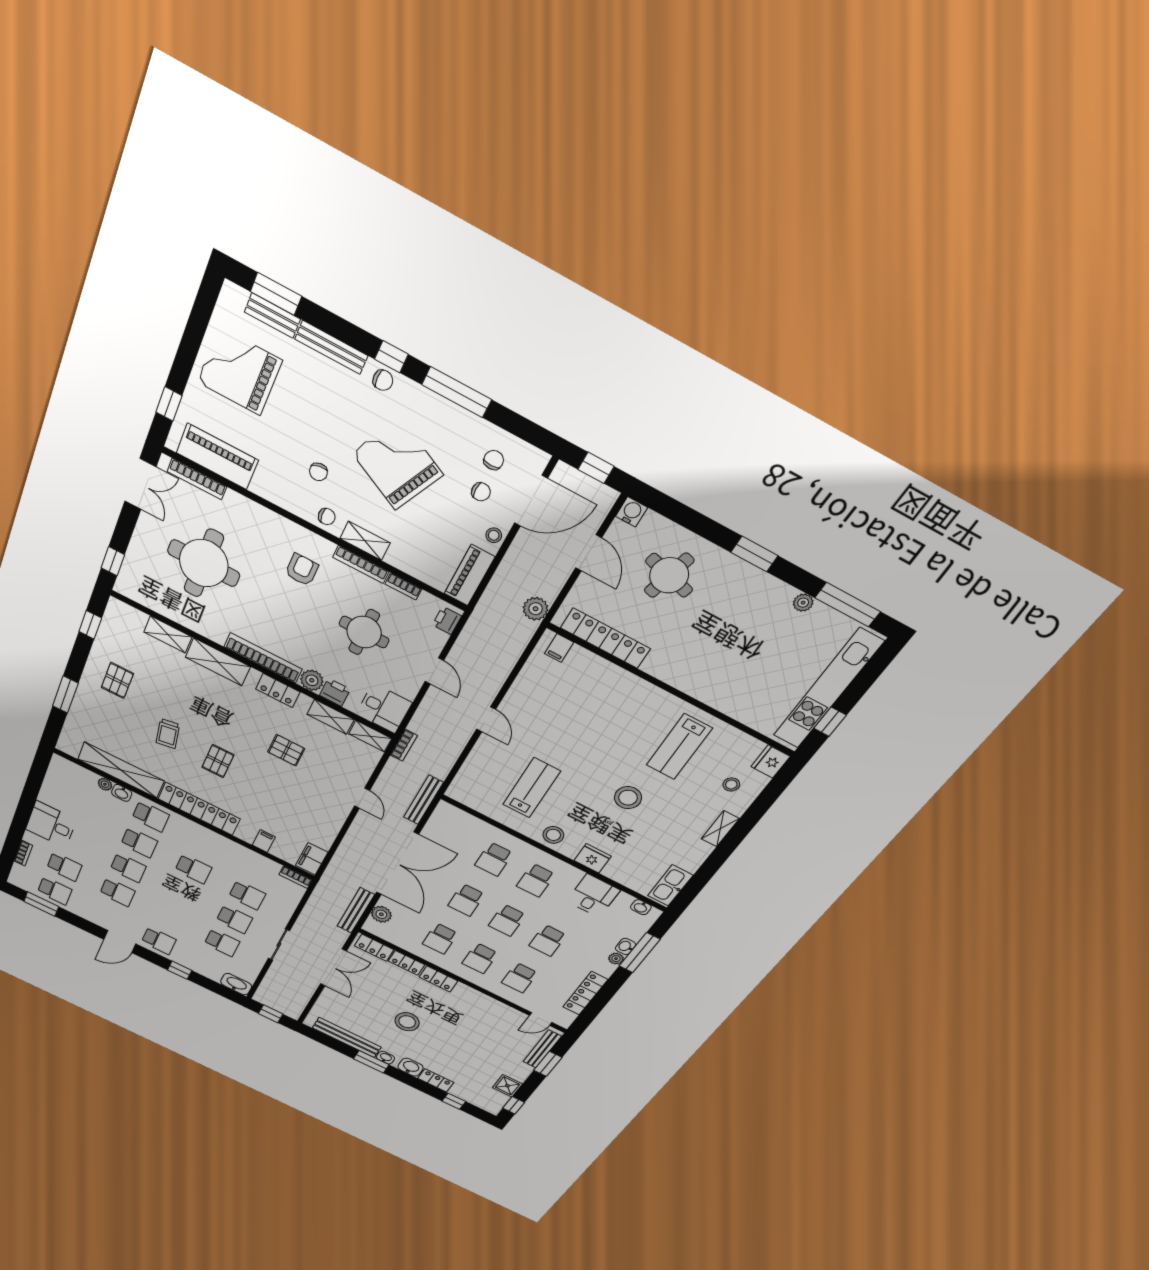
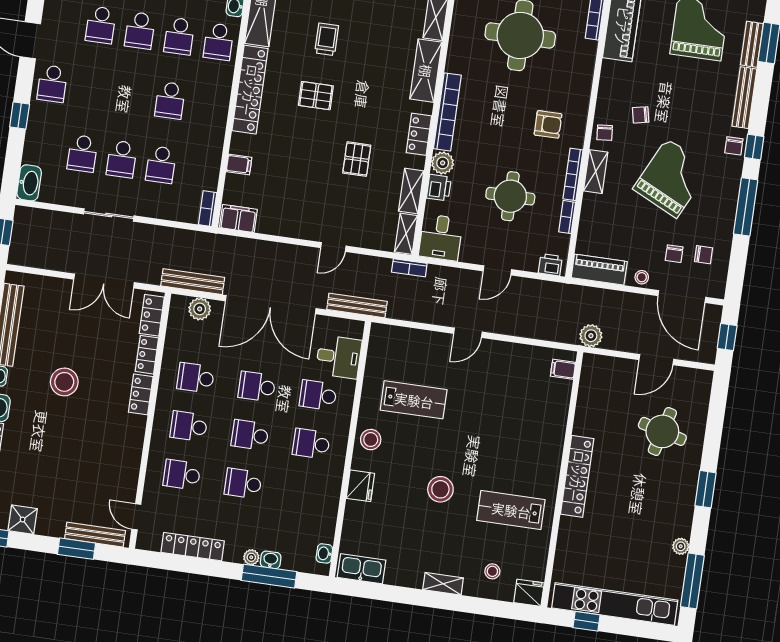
water cooler: (632, 512) -> (703, 379), removed
locker: (605, 638) -> (577, 476), moved
trolley: (168, 734) -> (327, 39), turned 100
desk: (593, 896) -> (339, 357), moved

